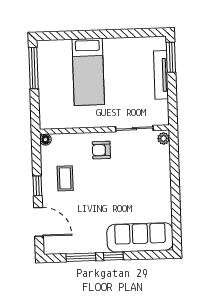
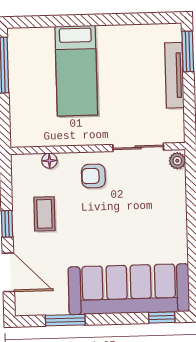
floor lamp: (45, 140) -> (49, 161), moved
sofa: (140, 237) -> (129, 289), width x1.36, depth x1.27
window: (113, 256) -> (162, 317), moved

